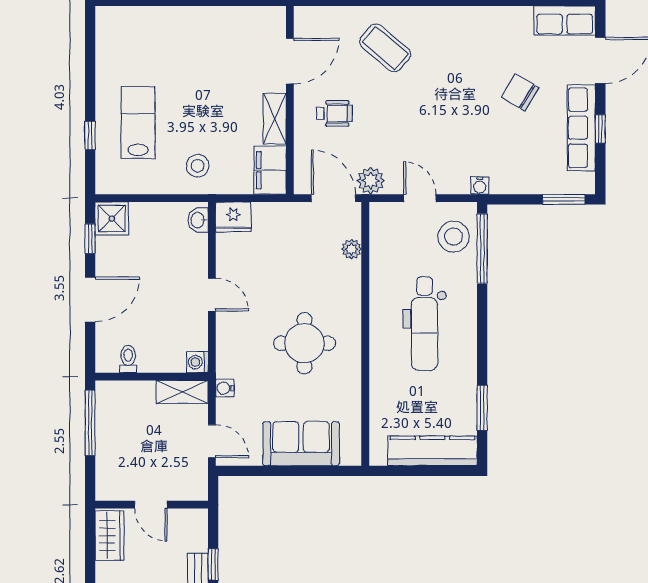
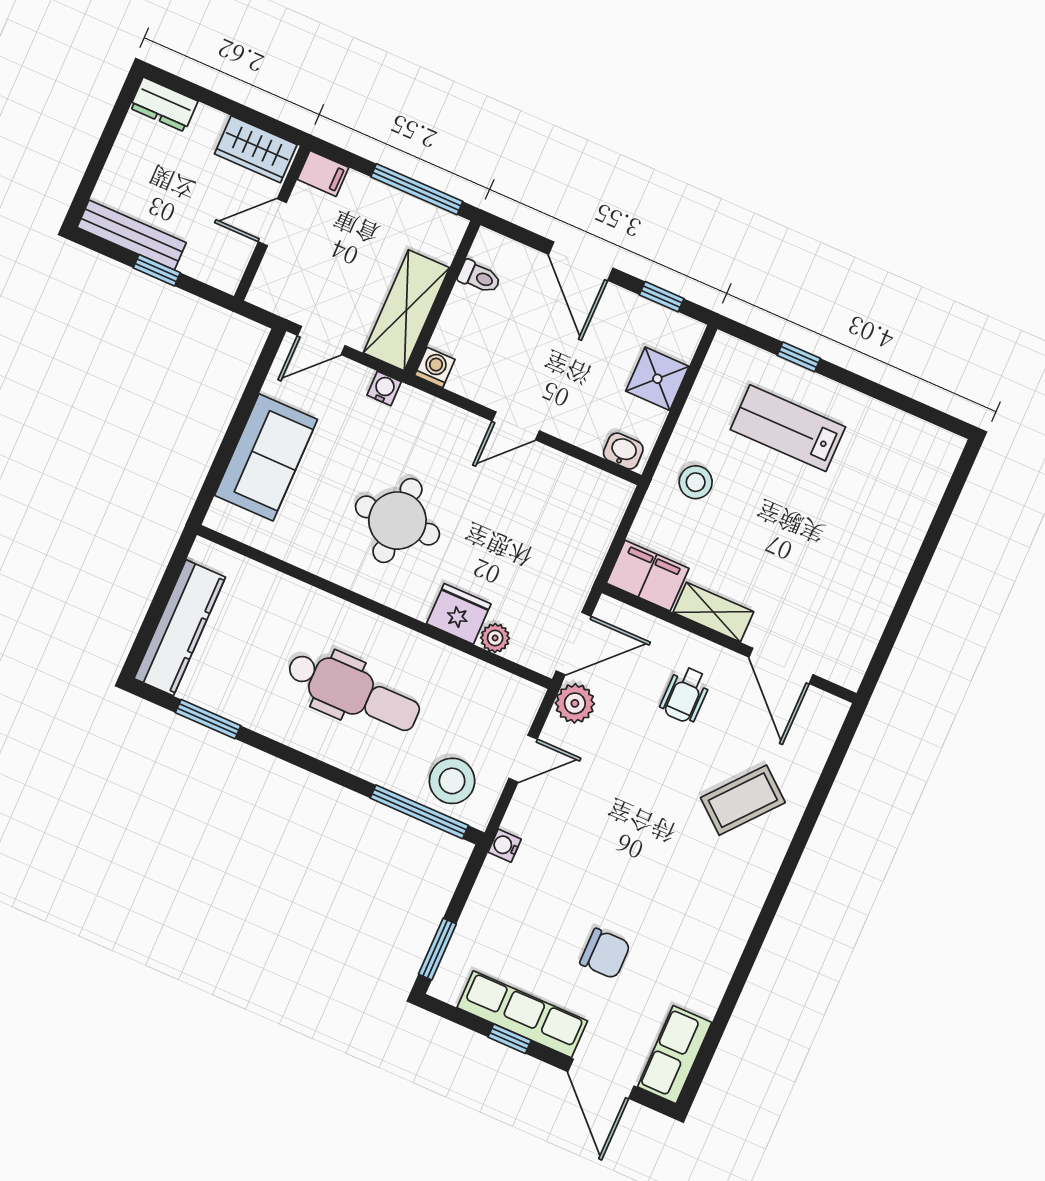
chair: (520, 92) -> (605, 954), turned 59
lab bench: (138, 122) -> (788, 428), turned 180
fridge: (233, 217) -> (459, 614), moved, turned 90
shower: (112, 218) -> (657, 379), moved
dental chair: (424, 324) -> (353, 692), turned 180
shelving: (182, 392) -> (406, 310), width x1.50, depth x1.33
filing cabinet: (106, 486) -> (323, 173), added

